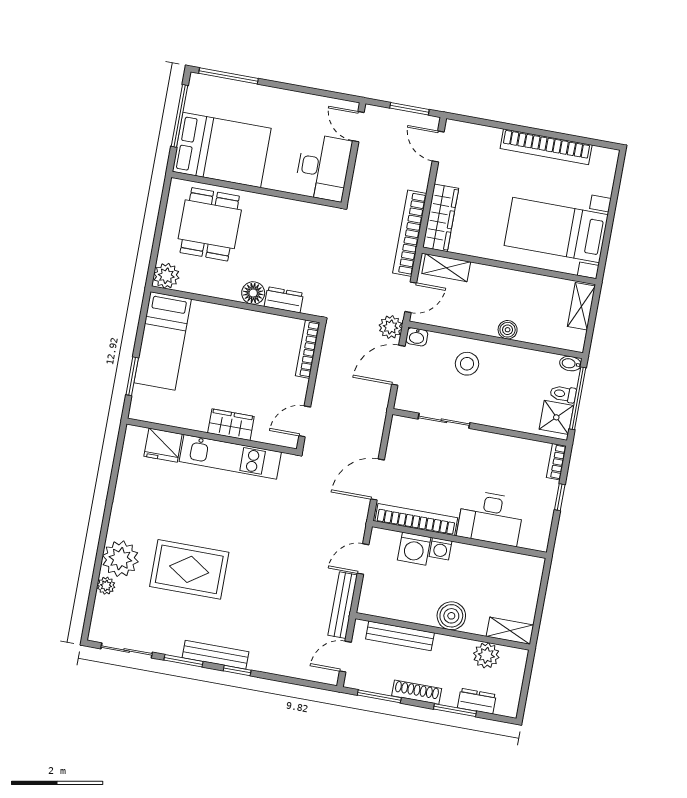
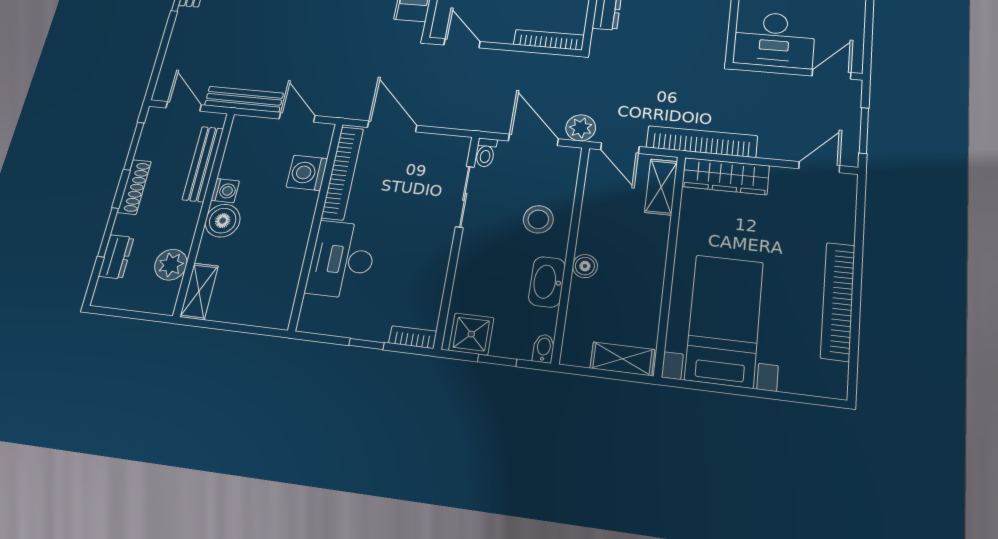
washbasin: (417, 337) -> (547, 282), moved, width x1.91, depth x1.45
toilet: (563, 394) -> (486, 153), moved, turned 180
window: (578, 398) -> (497, 360), width x0.46
washing machine: (440, 549) -> (225, 191), moved, turned 180

